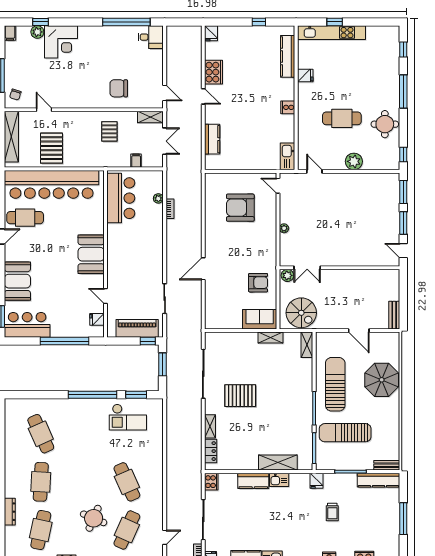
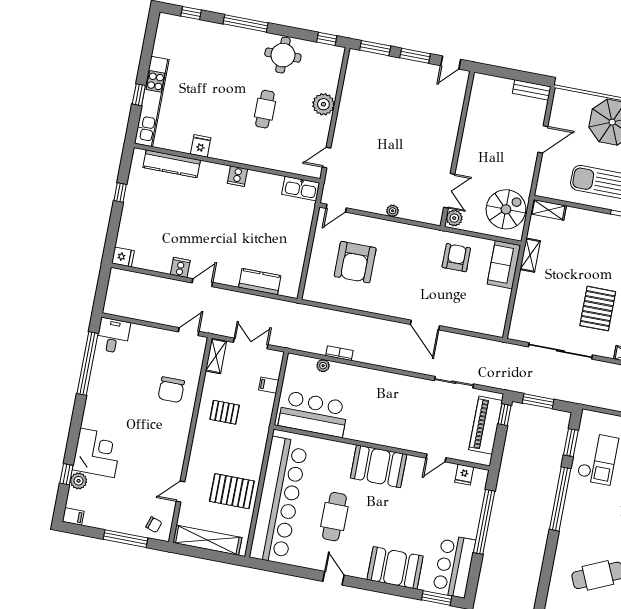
cooker: (213, 72) -> (180, 267), width x0.53, depth x0.76
cafe table: (342, 118) -> (265, 109), width x0.73, depth x0.74
cafe table: (25, 218) -> (334, 517), moved

